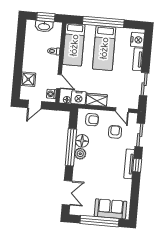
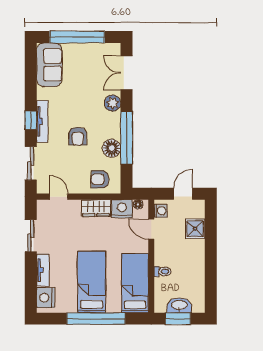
armchair: (115, 132) -> (78, 136), moved
plant: (80, 154) -> (113, 103), moved
sofa: (111, 209) -> (49, 65), moved, turned -90

